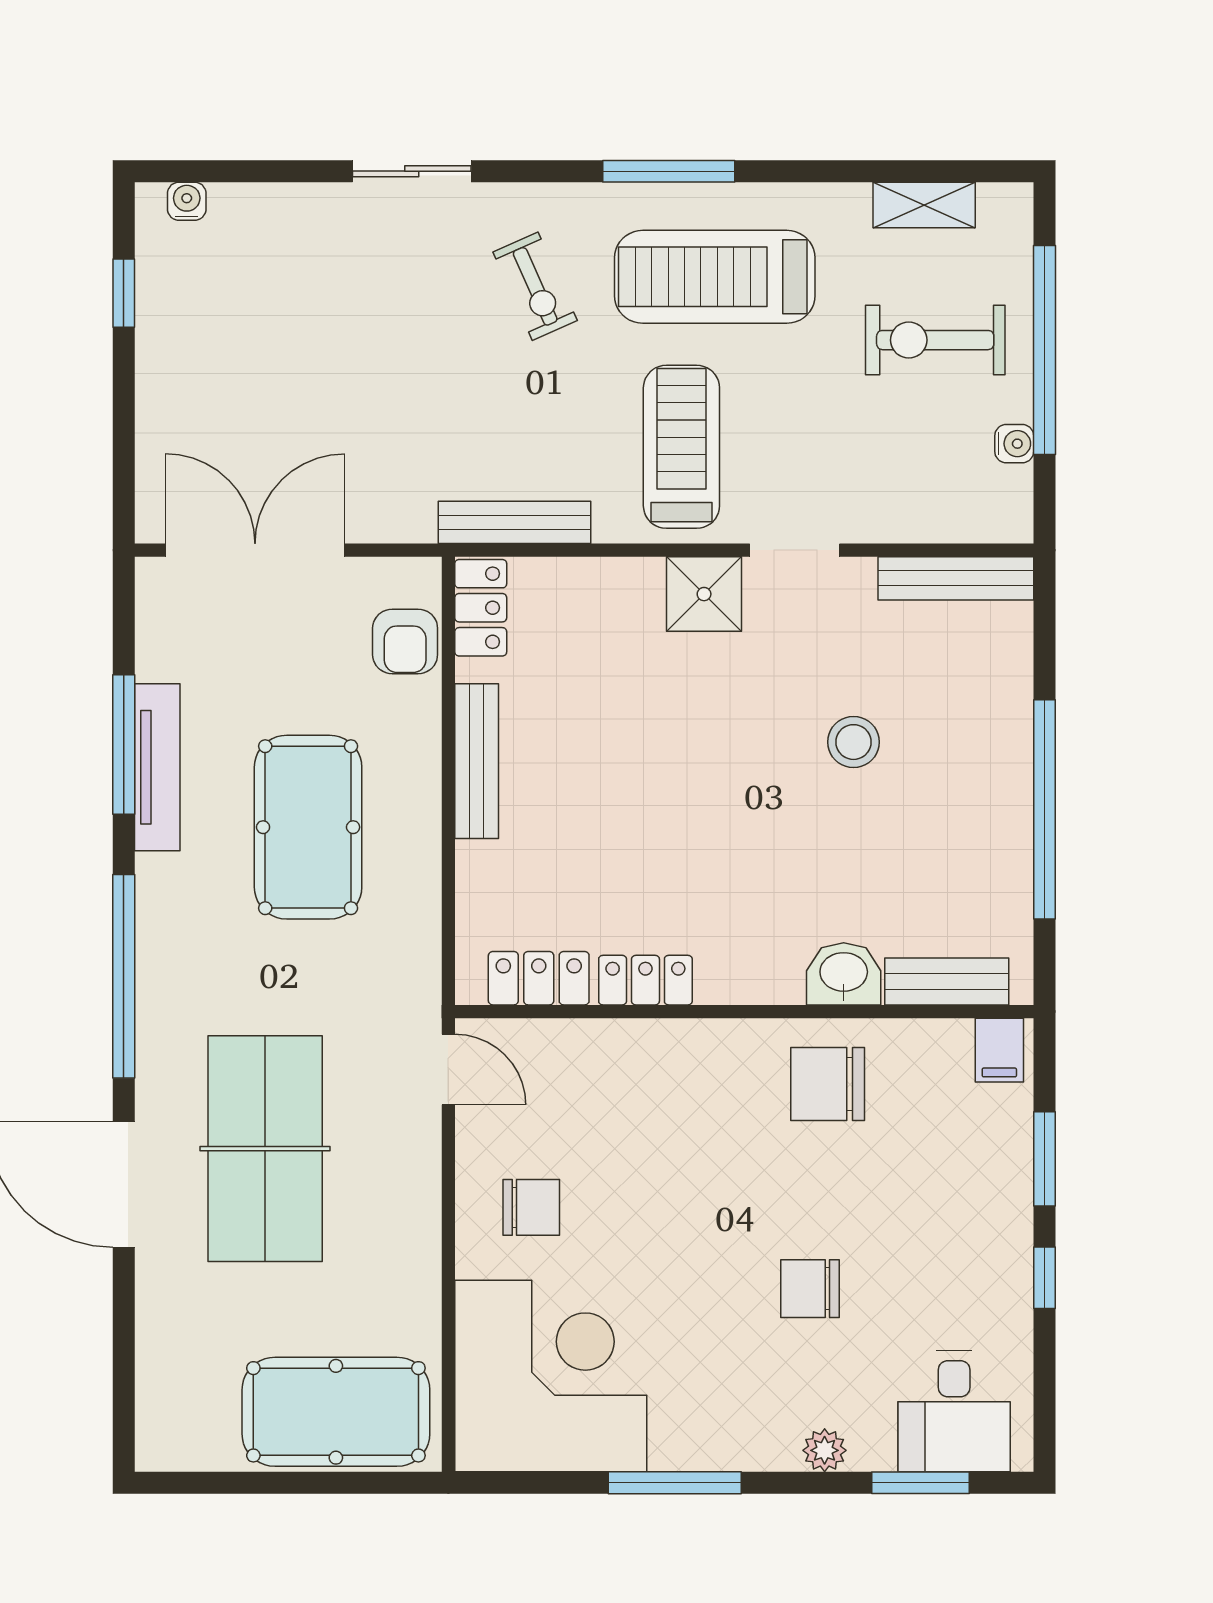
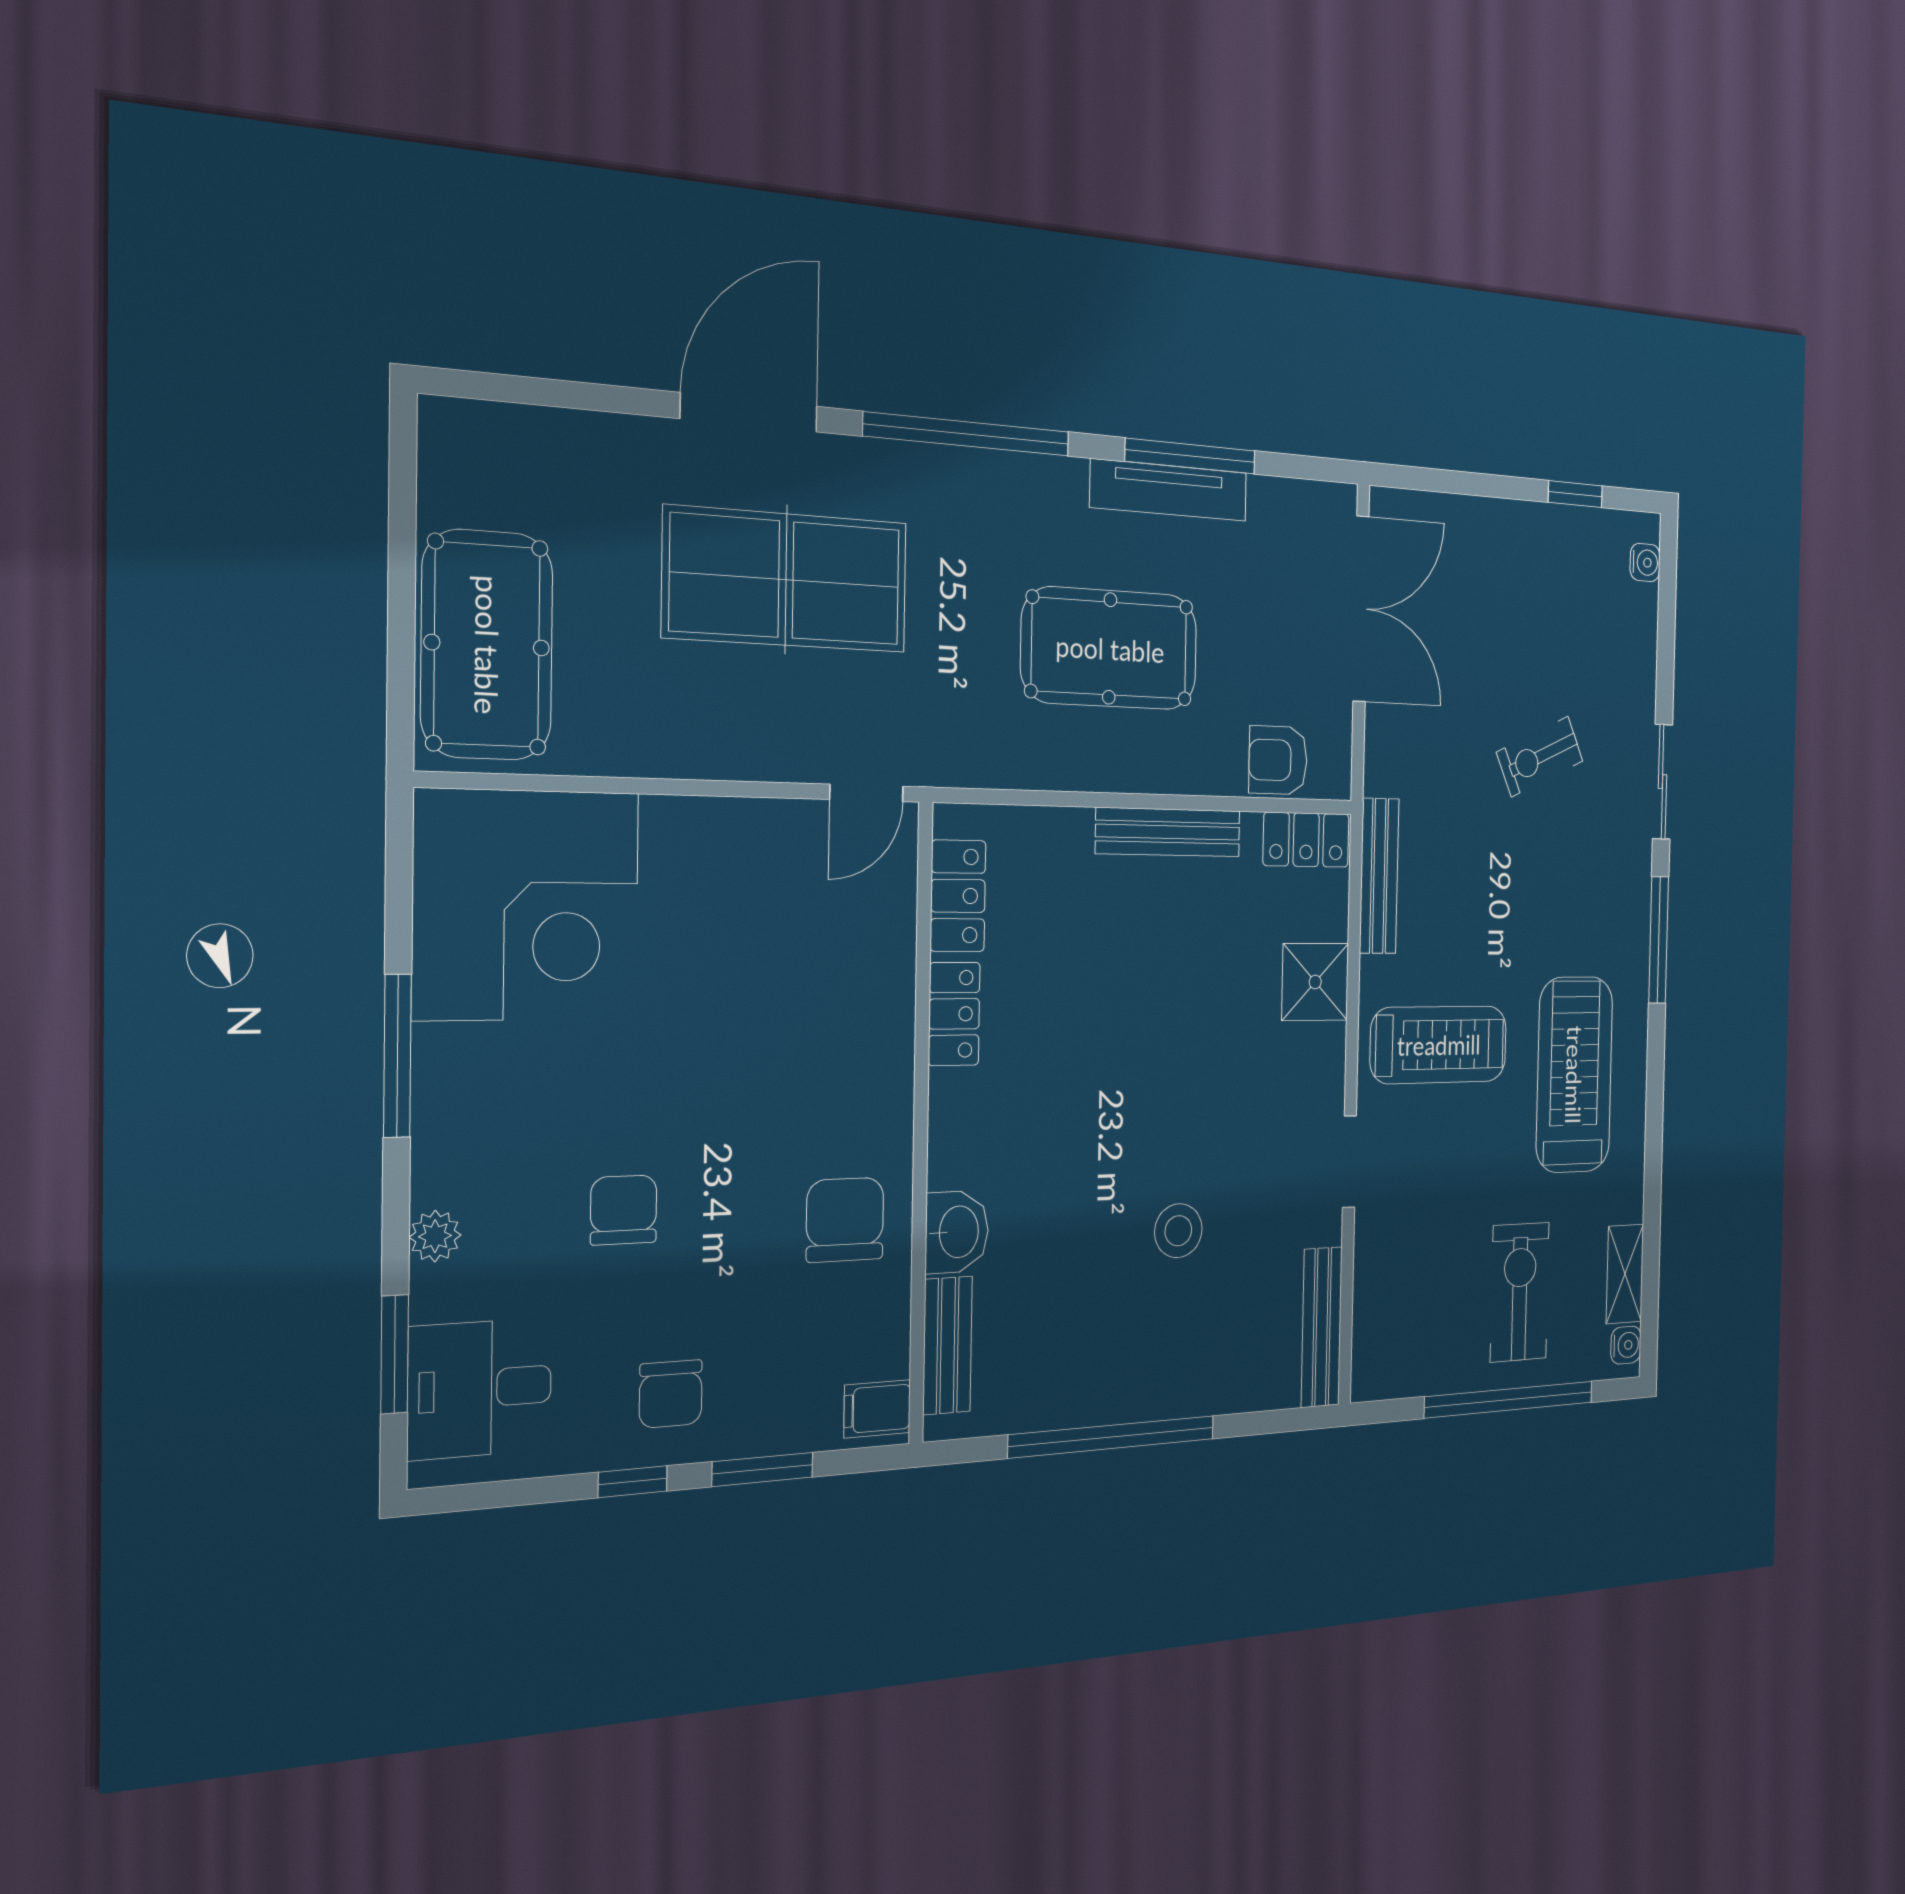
window: (669, 171) -> (1659, 940), moved
exercise bike: (535, 286) -> (1540, 757), moved
water cooler: (1014, 444) -> (1626, 1345), moved, turned -90
shower: (704, 594) -> (1315, 982), moved
chair: (531, 1207) -> (671, 1394), moved

